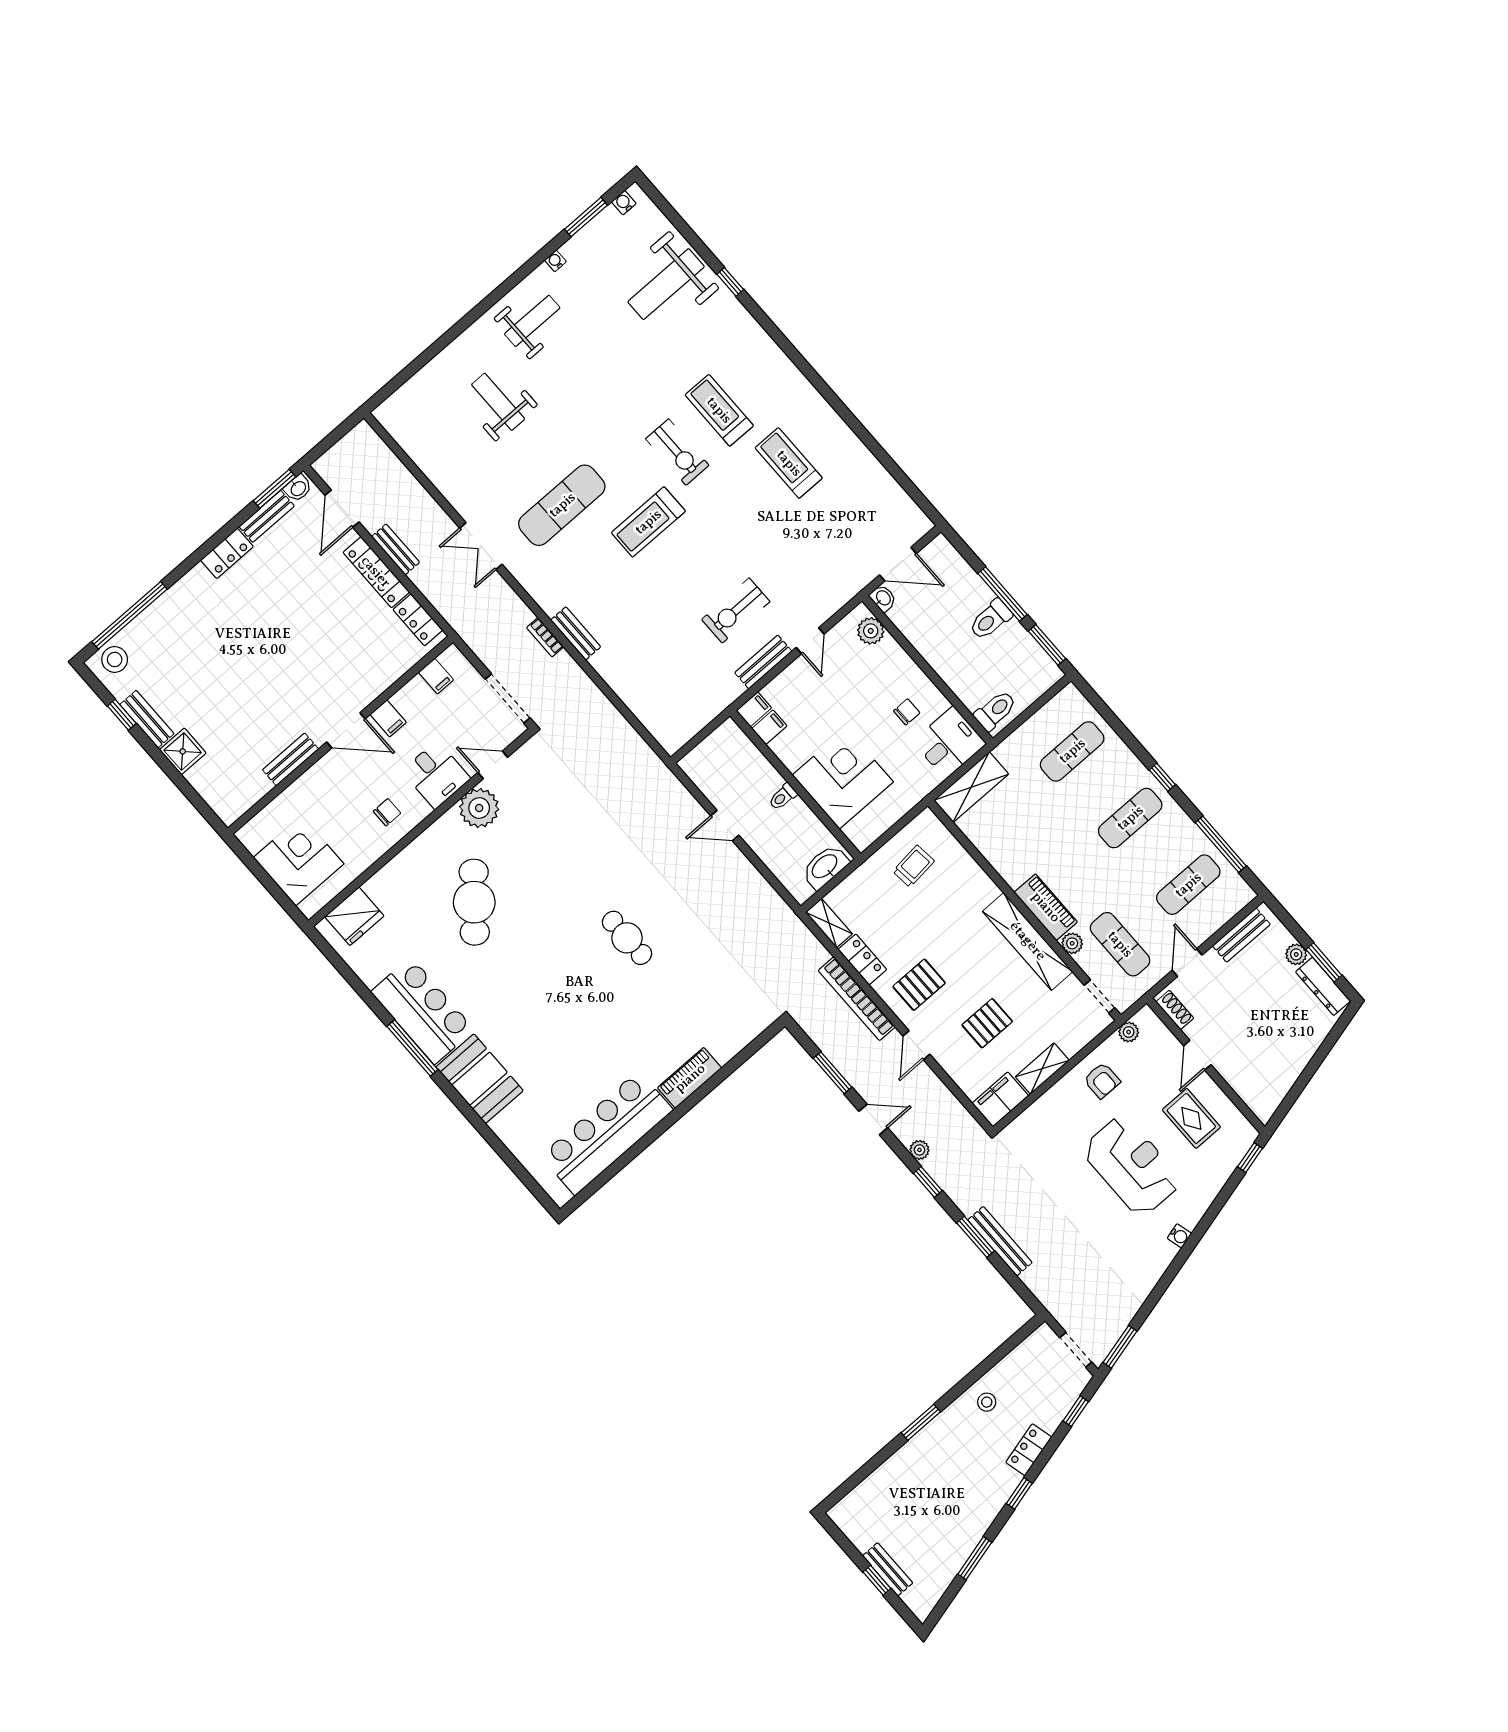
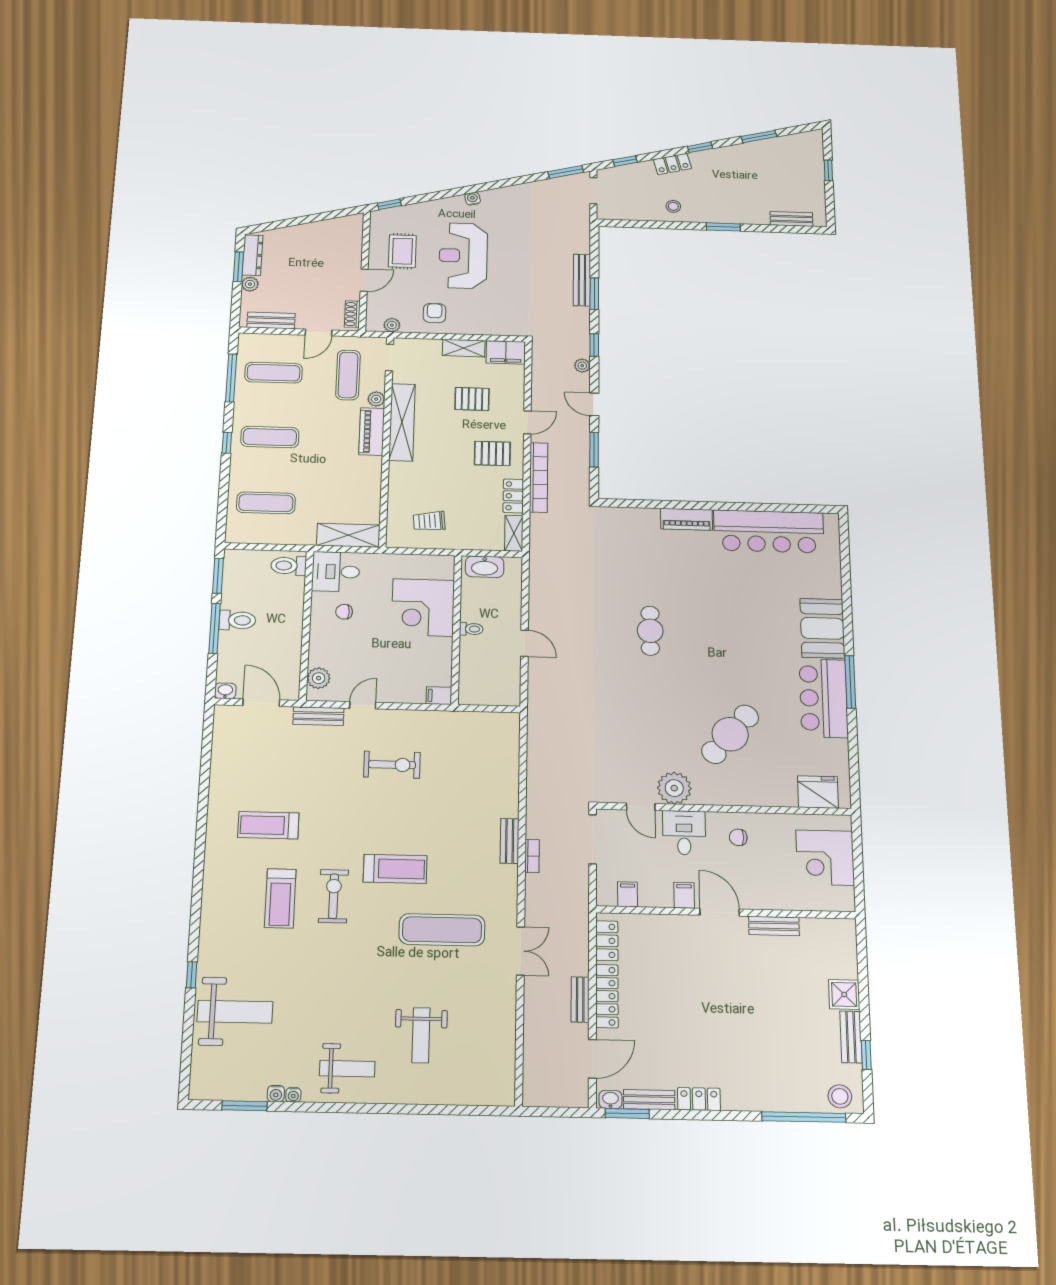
water cooler: (624, 203) -> (276, 1094), moved
weight bench: (532, 321) -> (347, 1069), turned 180
treadmill: (789, 463) -> (268, 825), turned 90
washbasin: (883, 598) -> (225, 691), moved, turned 90
bench: (763, 662) -> (318, 716), moved
filing cabinet: (769, 727) -> (439, 677), removed
bench: (888, 1569) -> (791, 219), moved, turned 90

